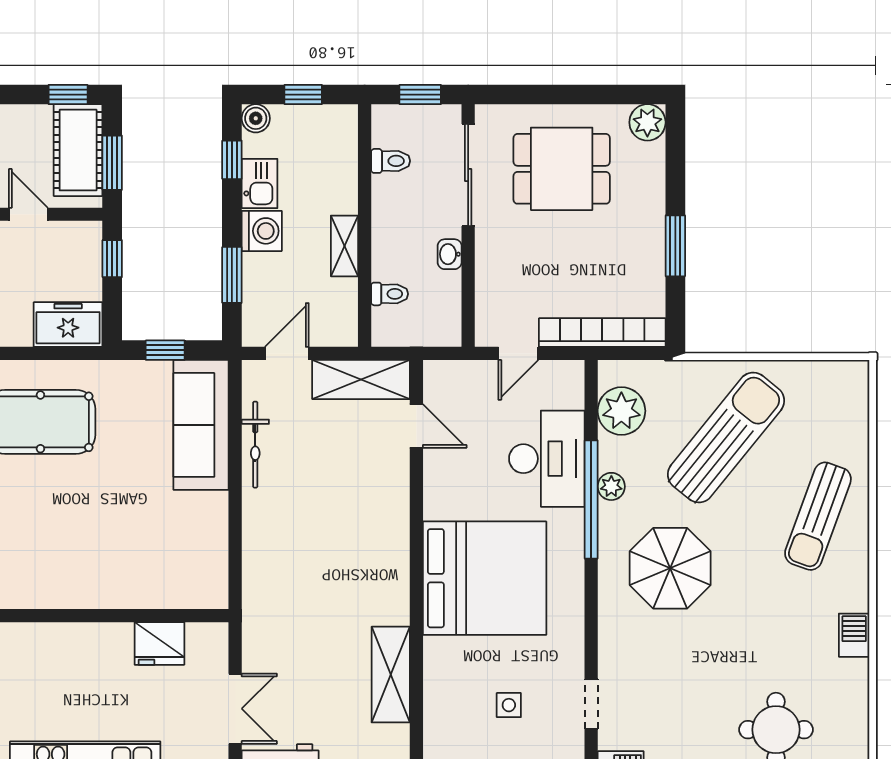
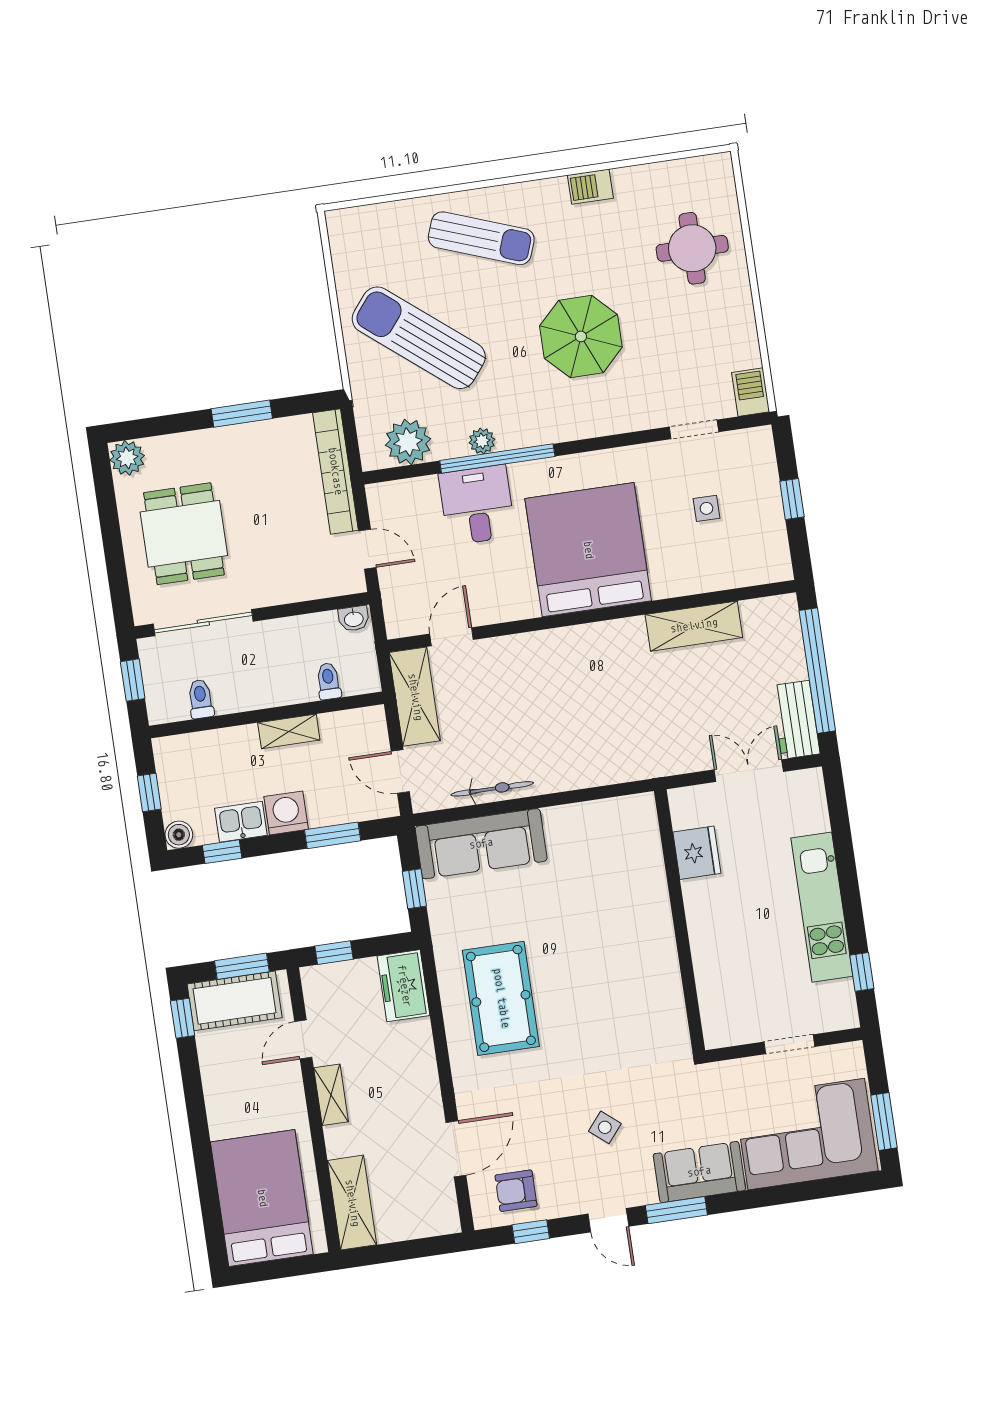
washbasin: (450, 254) -> (354, 619), moved
desk: (547, 459) -> (477, 505), width x0.73
parasol: (670, 568) -> (581, 336), moved

